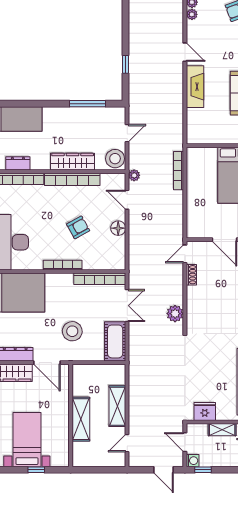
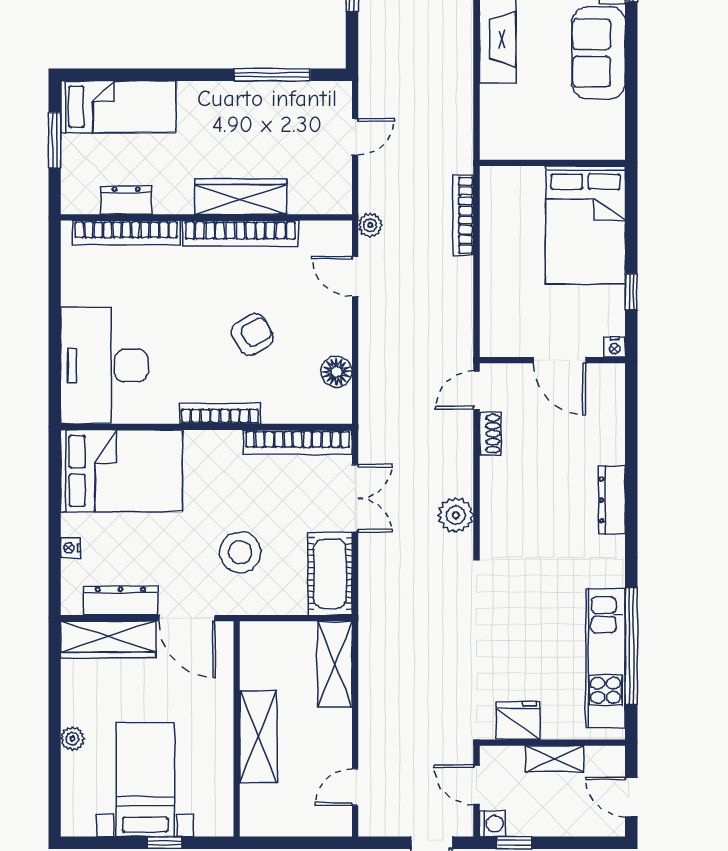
stool: (115, 159) -> (330, 190), removed
floor lamp: (118, 228) -> (336, 372), moved
shelving: (117, 406) -> (335, 664), moved

